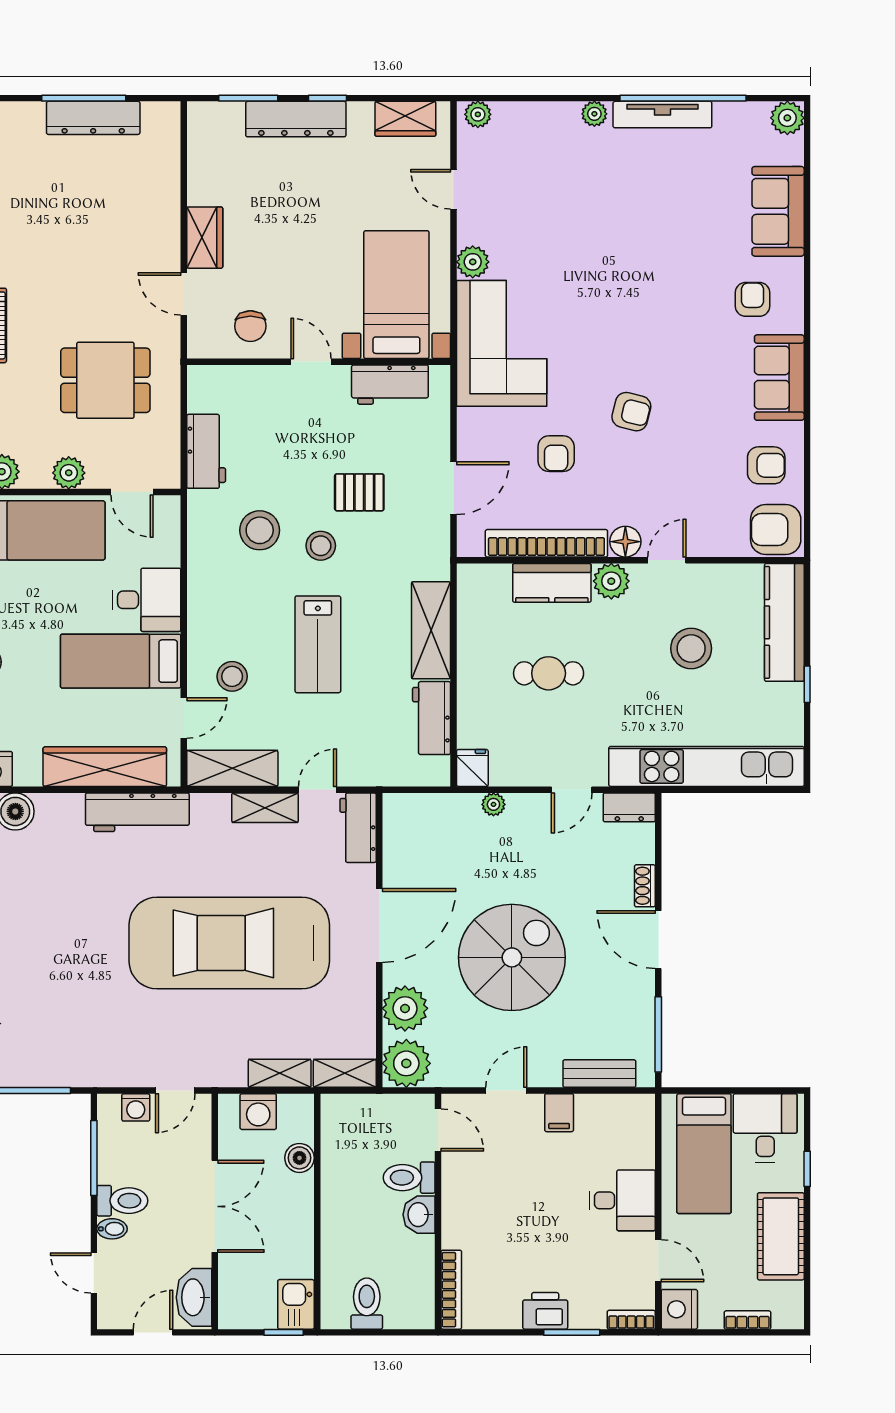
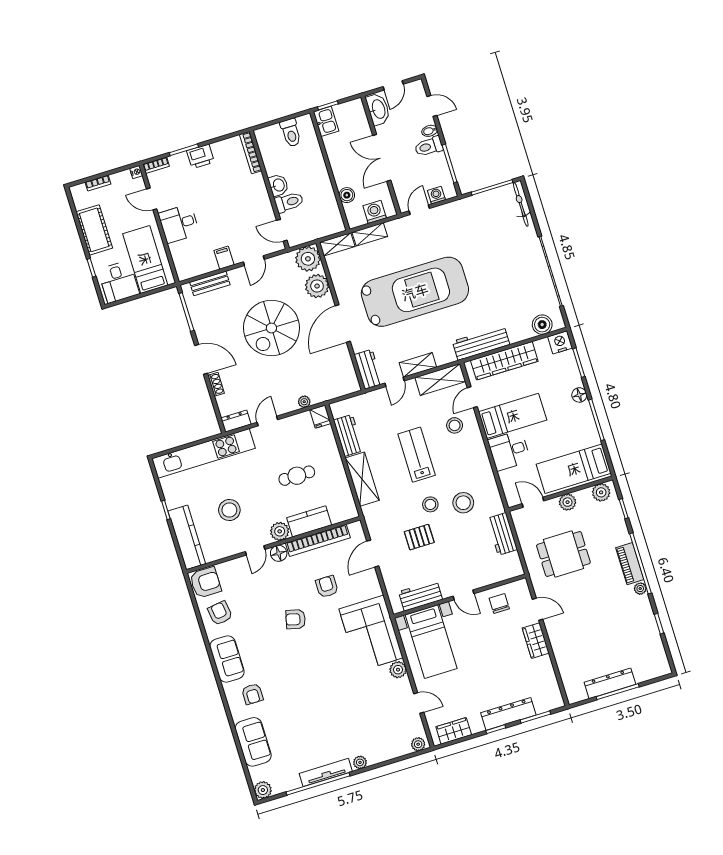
armchair: (766, 465) -> (220, 613), turned 82
nightstand: (679, 1309) -> (136, 172), width x0.53, depth x0.56

